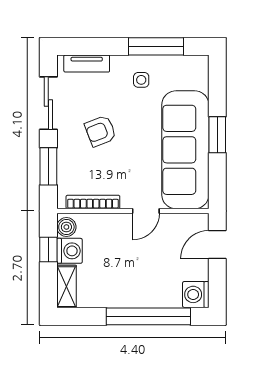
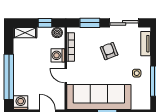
washing machine: (69, 251) -> (58, 55), moved, turned 90

